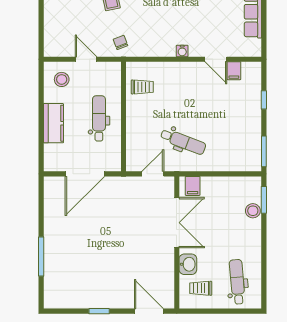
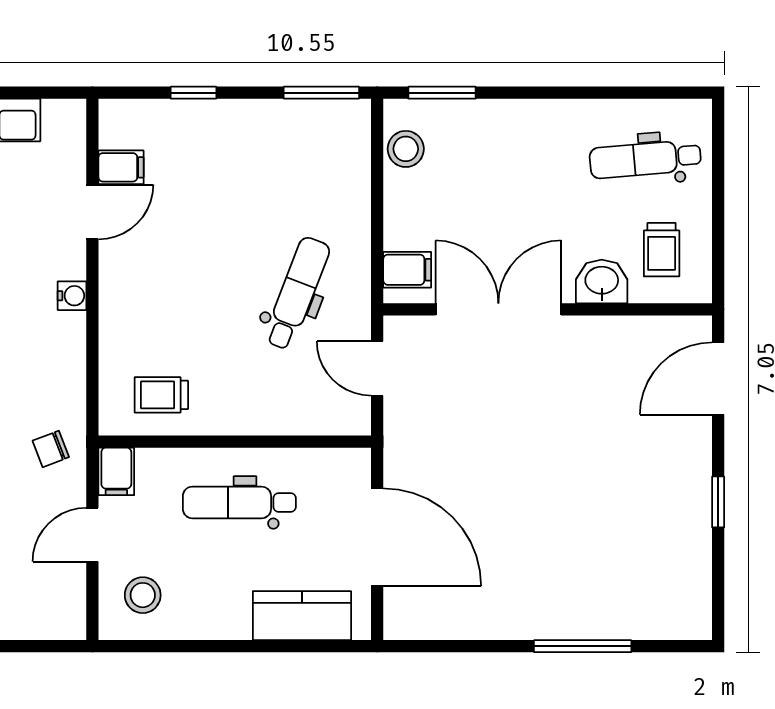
filing cabinet: (111, 69) -> (116, 471), added
trolley: (142, 87) -> (161, 395), turned -90
kitchen counter: (53, 123) -> (302, 616), moved
stool: (253, 211) -> (406, 149), moved

